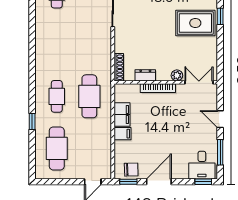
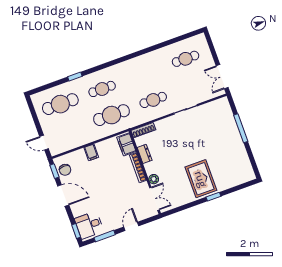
cafe table: (89, 44) -> (153, 100), added
filing cabinet: (122, 114) -> (126, 144), moved, turned 90

